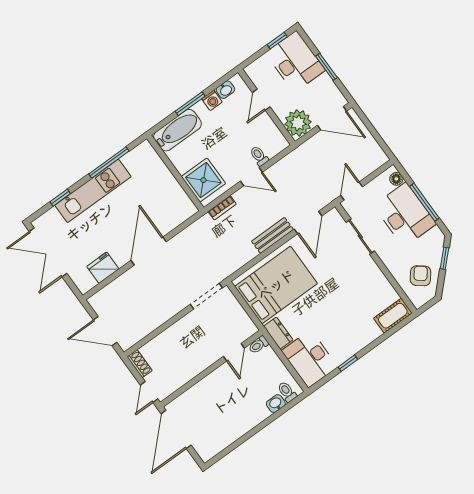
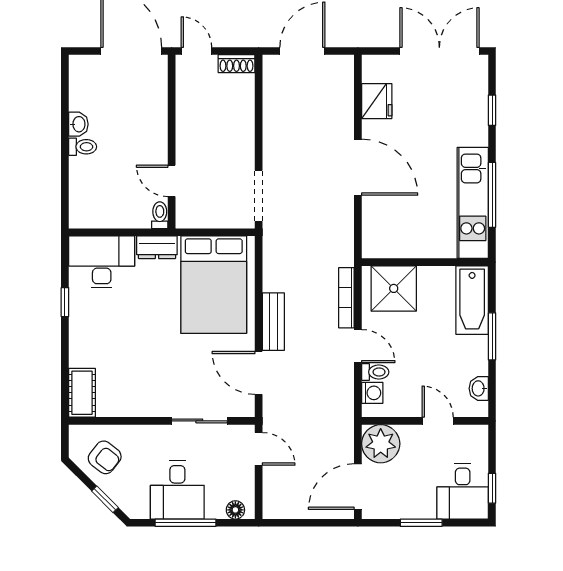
desk: (295, 62) -> (463, 491), width x0.73
washing machine: (212, 100) -> (372, 393), moved, turned 180
door: (251, 177) -> (358, 346), swing flipped
kitchen unit: (93, 191) -> (473, 203), moved
bookcase: (222, 208) -> (346, 298), width x1.56
desk: (405, 215) -> (177, 490), width x0.73
toilet: (287, 392) -> (83, 147), moved
washbasin: (276, 404) -> (78, 124), moved

